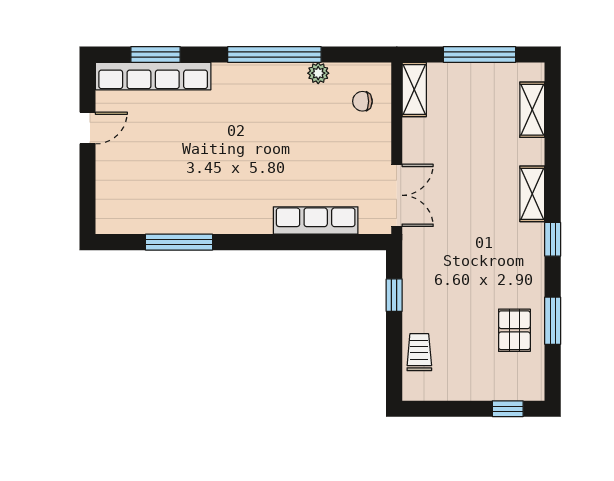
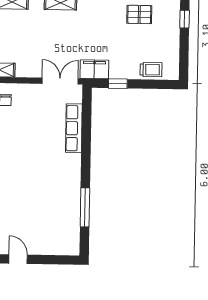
filing cabinet: (418, 254) -> (94, 69), added
trolley: (419, 352) -> (151, 70), turned 180

